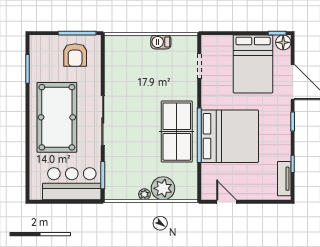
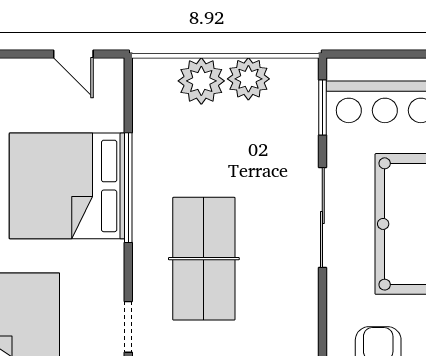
table tennis table: (177, 132) -> (204, 259), moved
plant: (144, 194) -> (248, 79), width x1.88, depth x1.88

